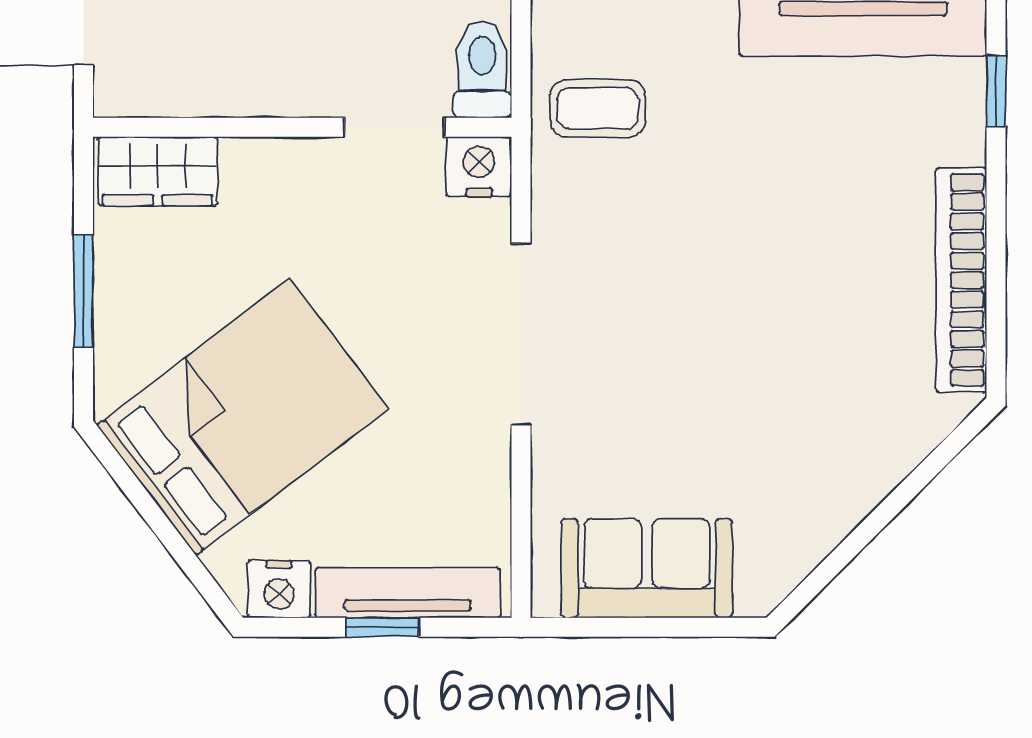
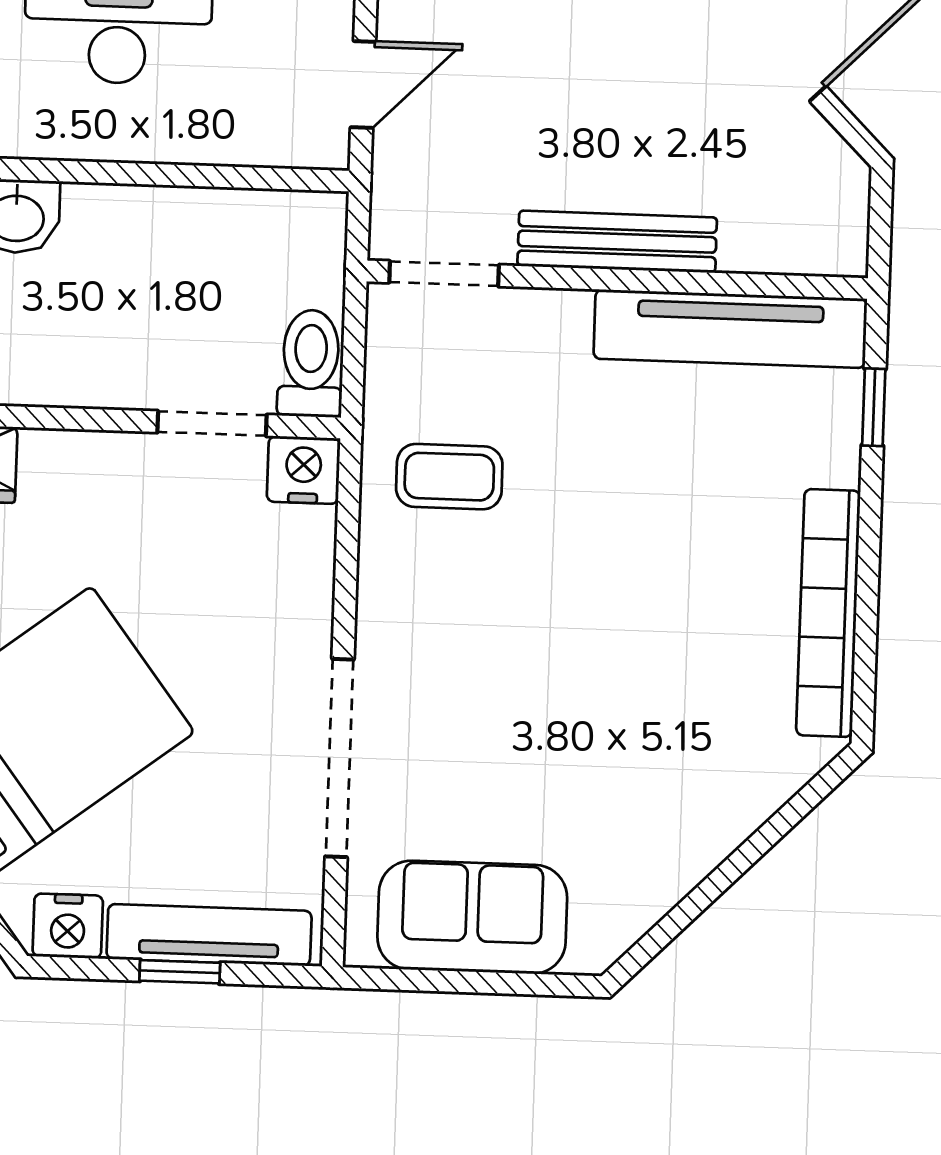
coffee table: (598, 108) -> (449, 477), moved
doorway: (521, 334) -> (340, 758), moved

